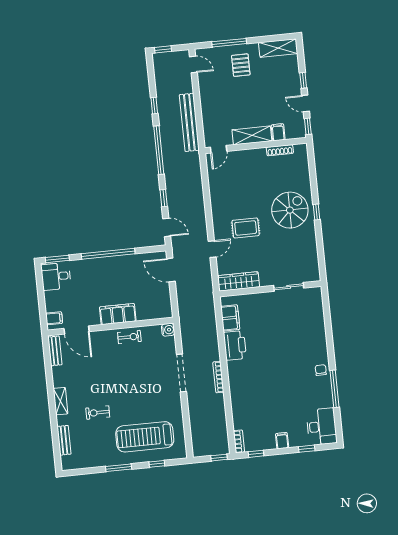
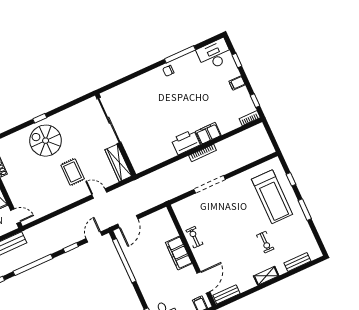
window: (108, 254) -> (124, 261), moved
sliding door: (289, 287) -> (109, 120), width x1.86
filing cabinet: (230, 318) -> (208, 133), moved
water cooler: (168, 330) -> (178, 207), removed
printer: (235, 345) -> (186, 142), moved
window: (219, 458) -> (268, 130), removed

